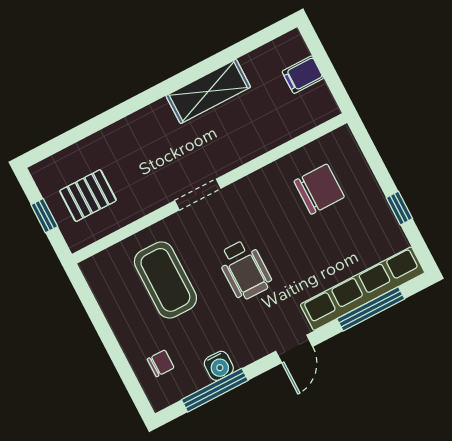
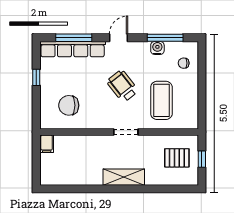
filing cabinet: (303, 75) -> (47, 144), moved, turned 90
shelving: (208, 91) -> (124, 177), moved
wheelchair: (245, 270) -> (122, 86), turned -38

